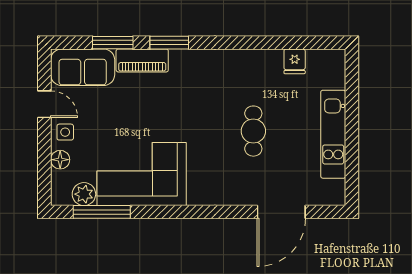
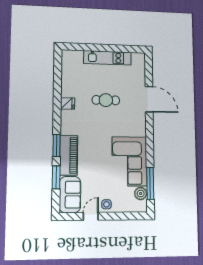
piano: (142, 60) -> (69, 155), width x1.37, depth x1.33
fridge: (295, 61) -> (68, 104), moved
floor lamp: (60, 160) -> (122, 207), removed
door: (281, 212) -> (149, 99), moved

